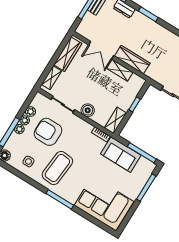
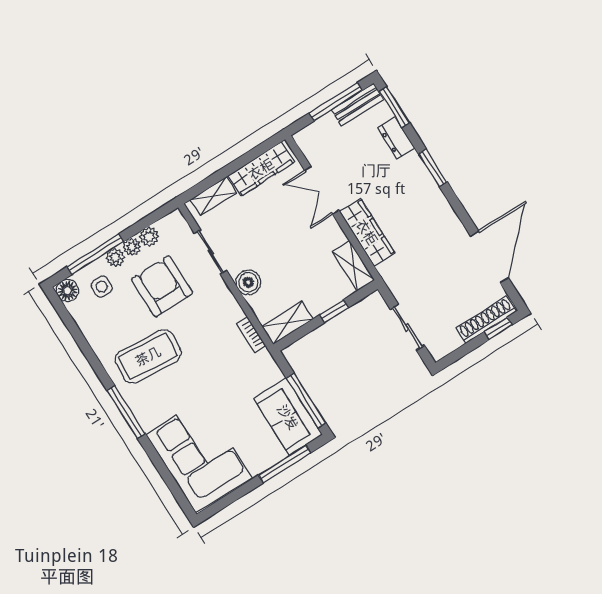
shelving: (120, 70) -> (353, 266), moved
sofa: (121, 155) -> (288, 417), moved
side table: (28, 161) -> (102, 287), moved

